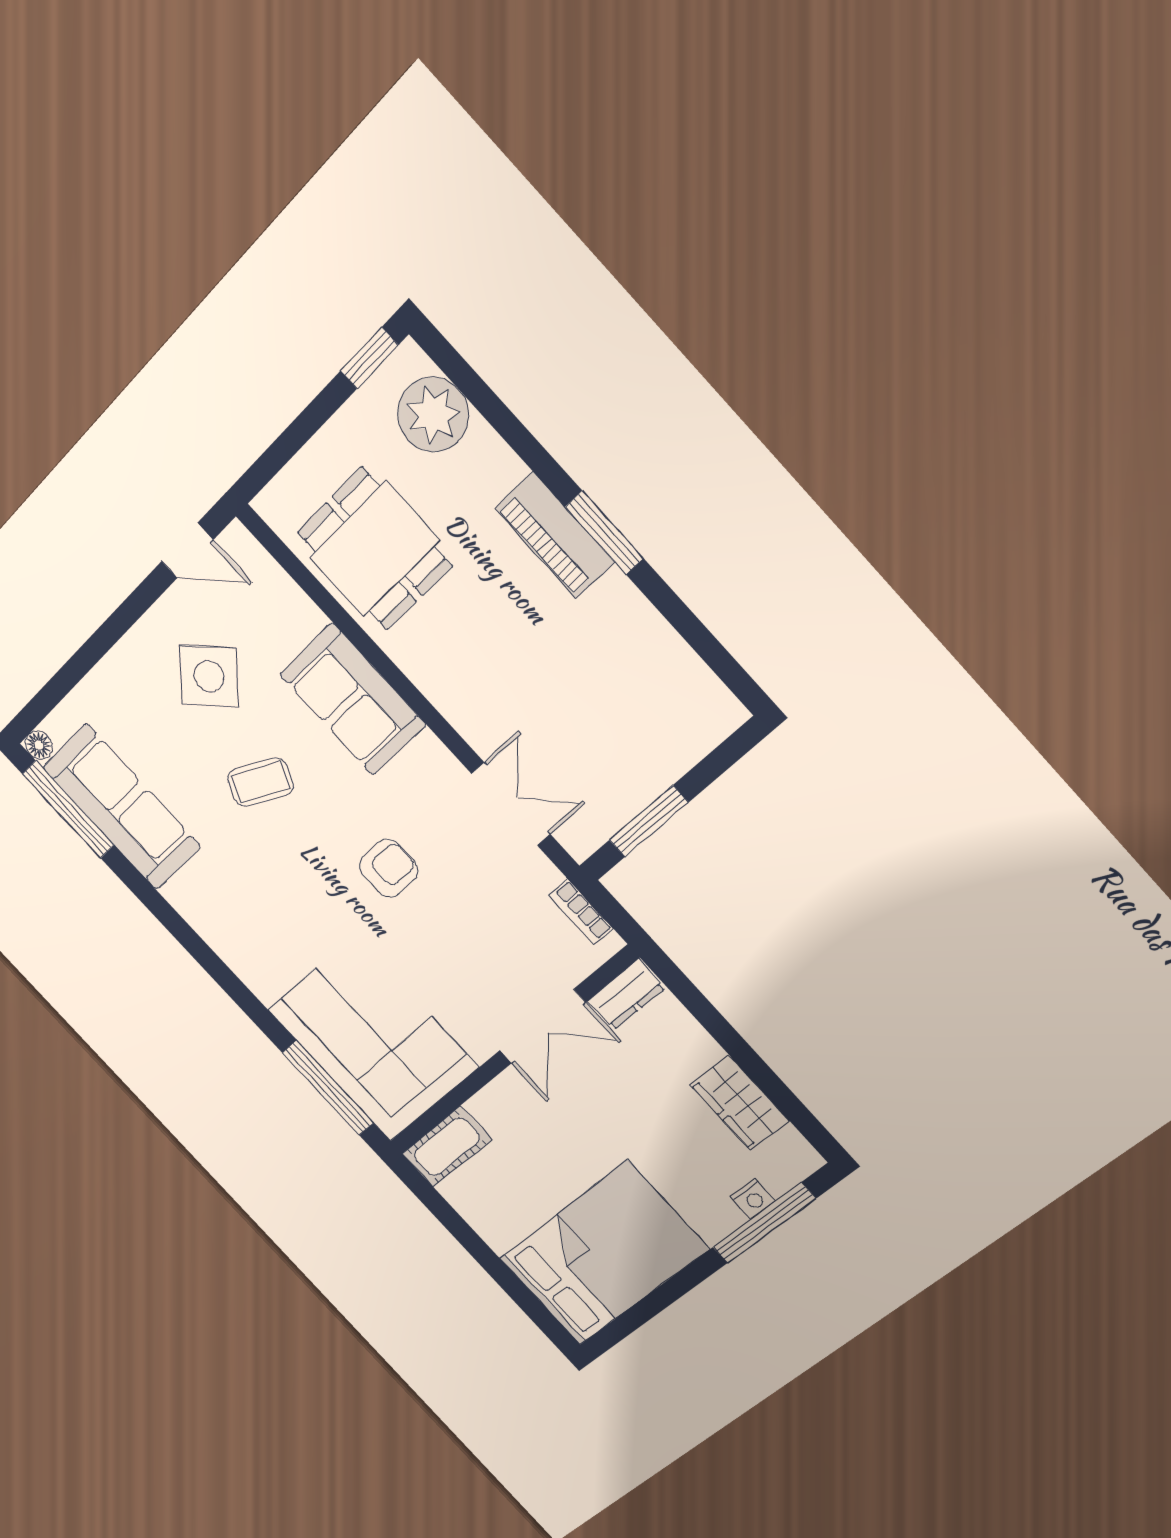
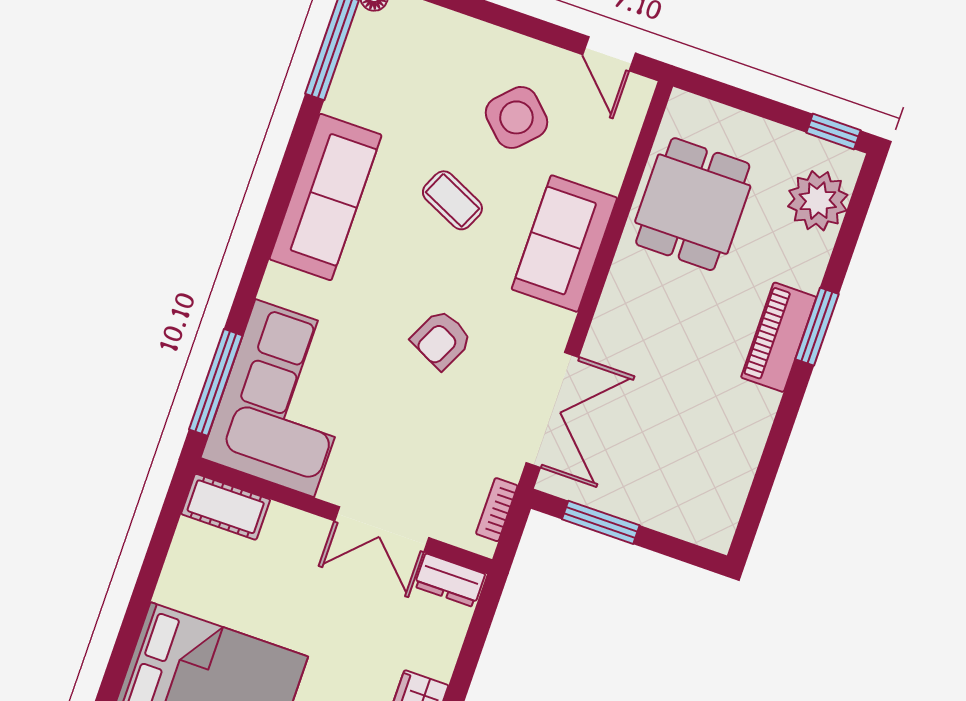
window: (604, 533) -> (817, 327), moved
double door: (511, 804) -> (552, 410), width x1.37
sofa: (122, 807) -> (325, 197), moved
armchair: (389, 868) -> (441, 340), turned 116

